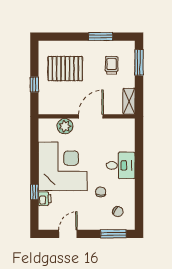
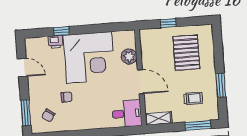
desk: (121, 165) -> (127, 113), moved, turned -90

